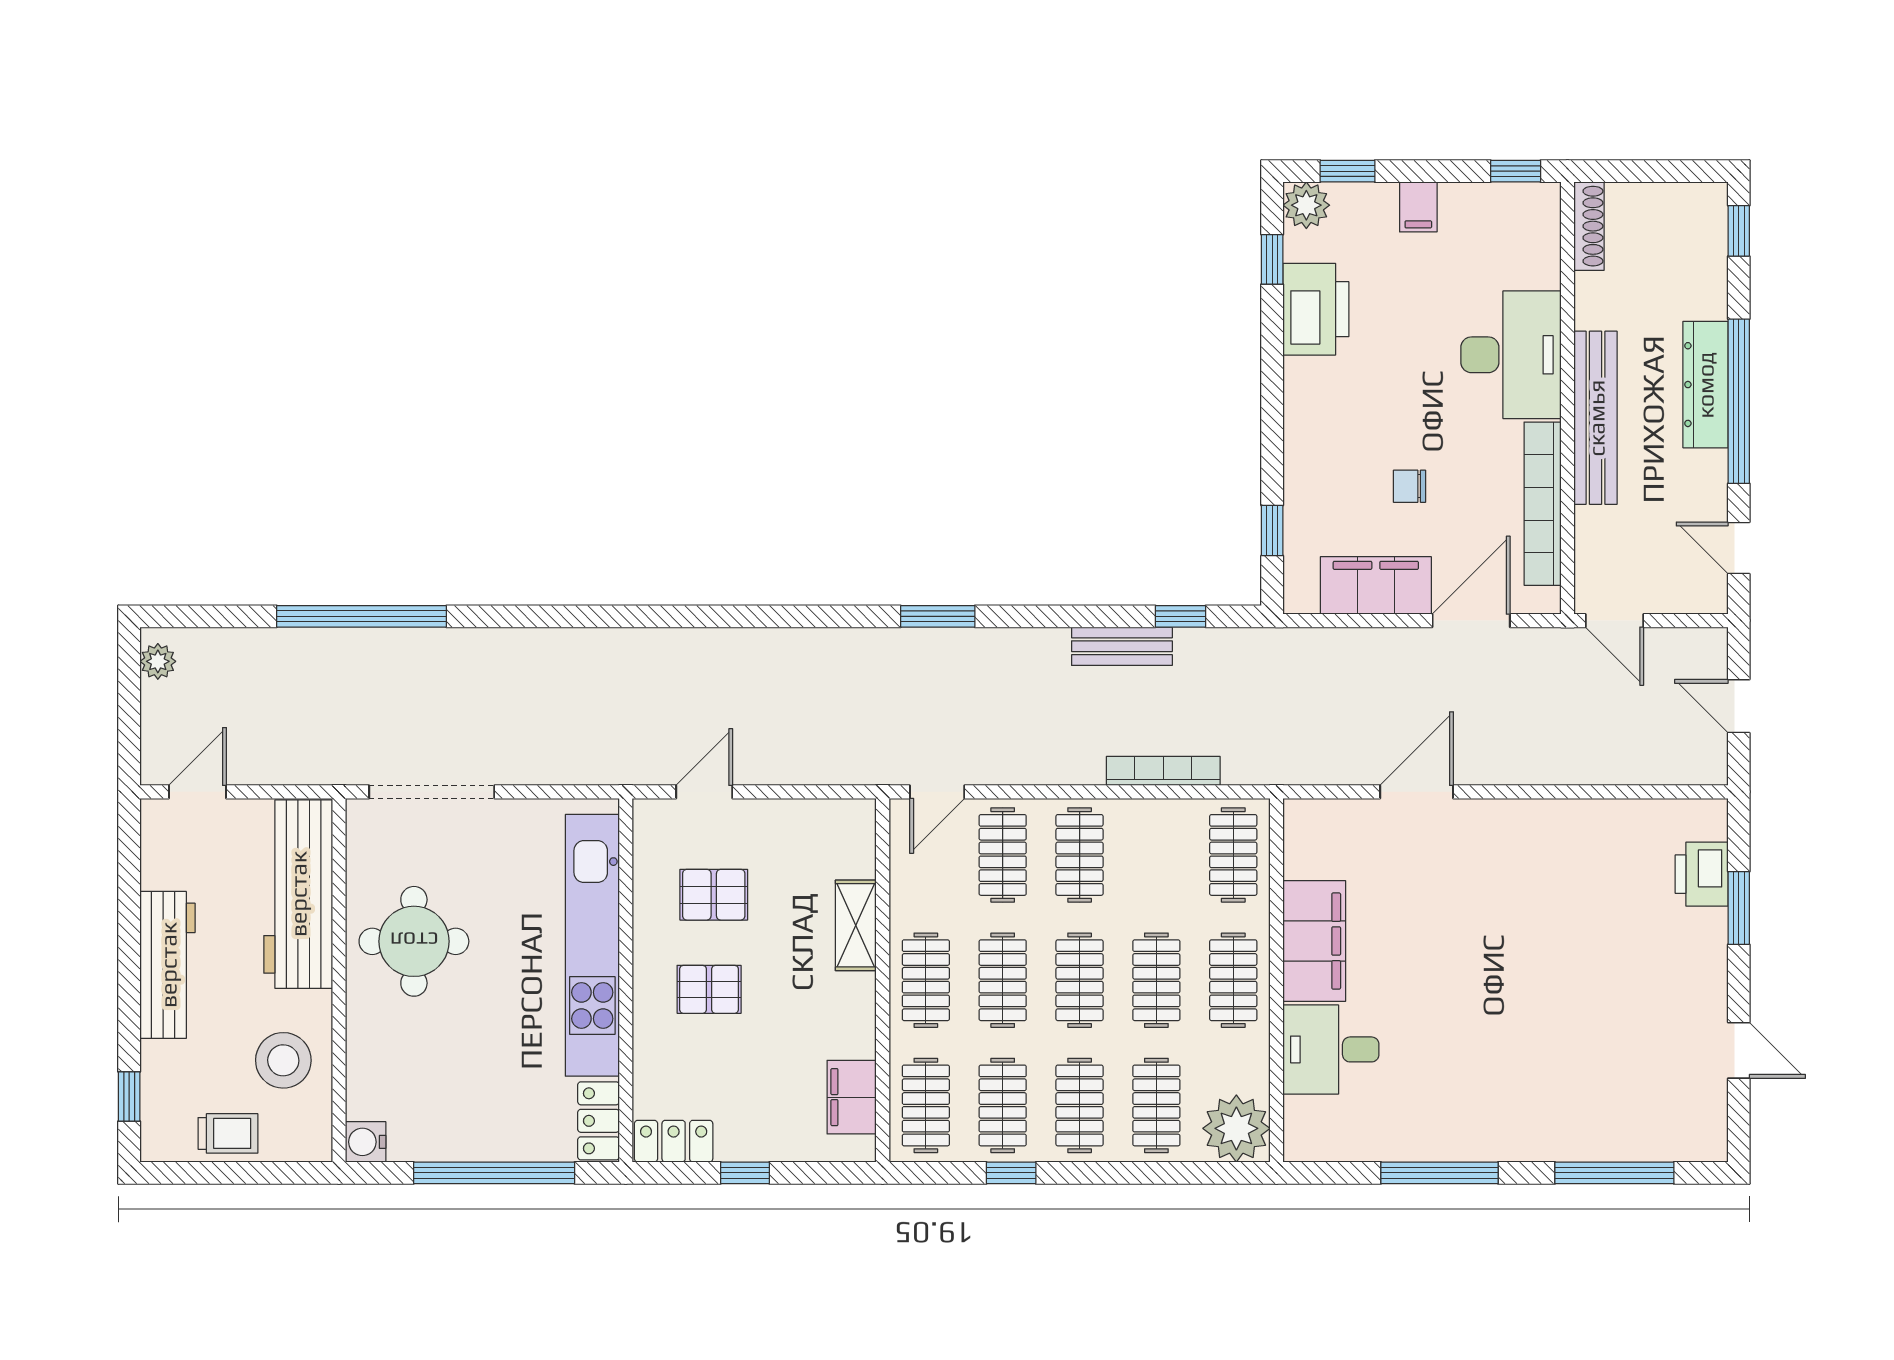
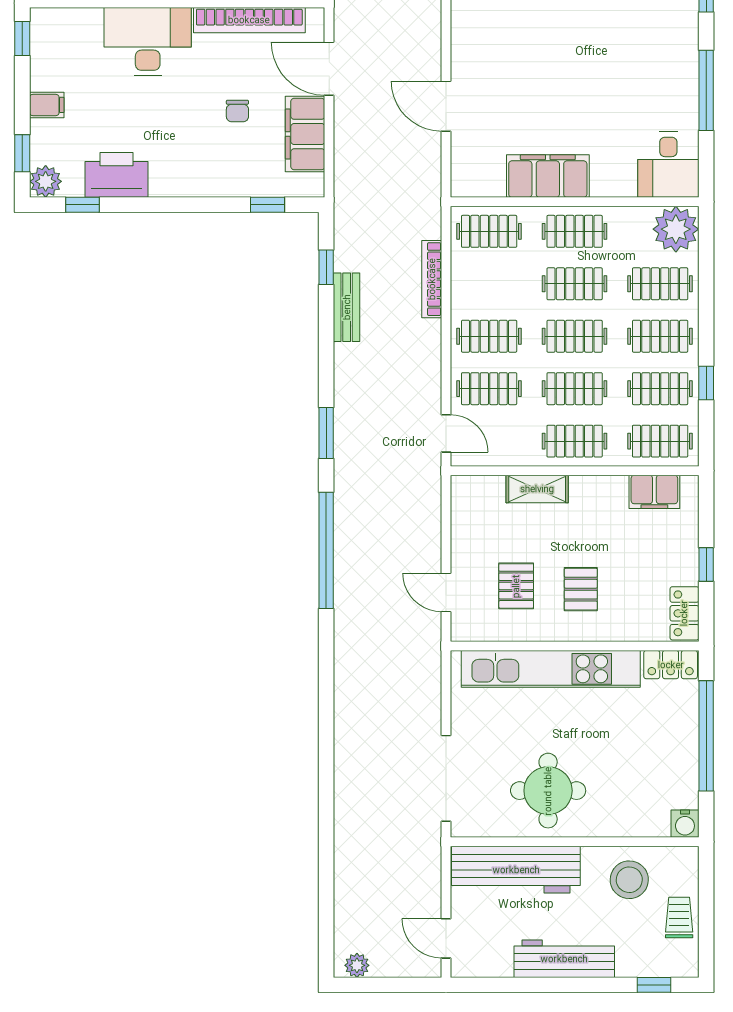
window: (361, 616) -> (326, 550), moved
desk: (1331, 1049) -> (668, 165), moved

